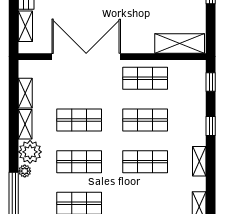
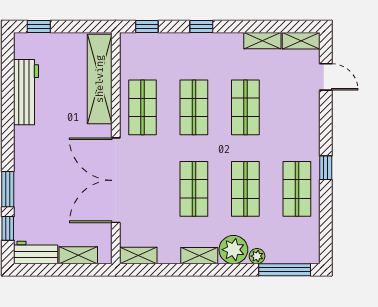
shelving: (180, 44) -> (100, 79), width x1.47
shelving: (25, 93) -> (138, 256), moved
shelving: (199, 161) -> (262, 41), moved

